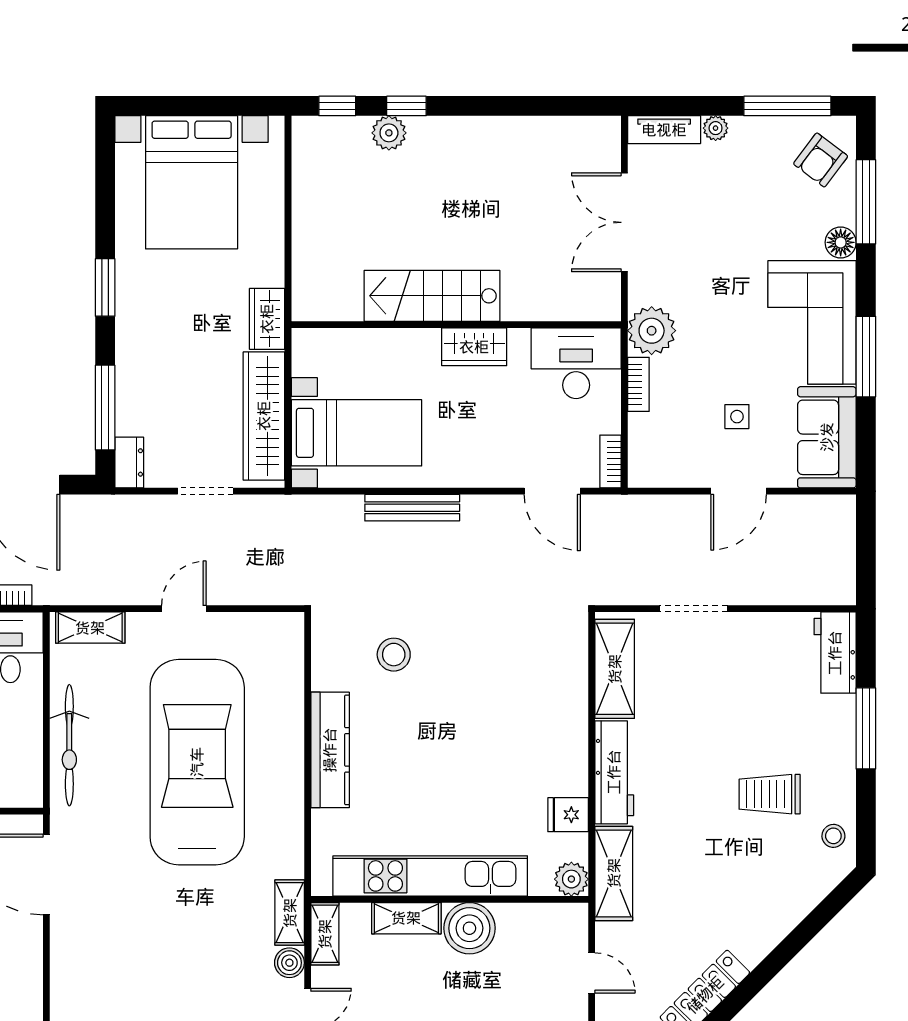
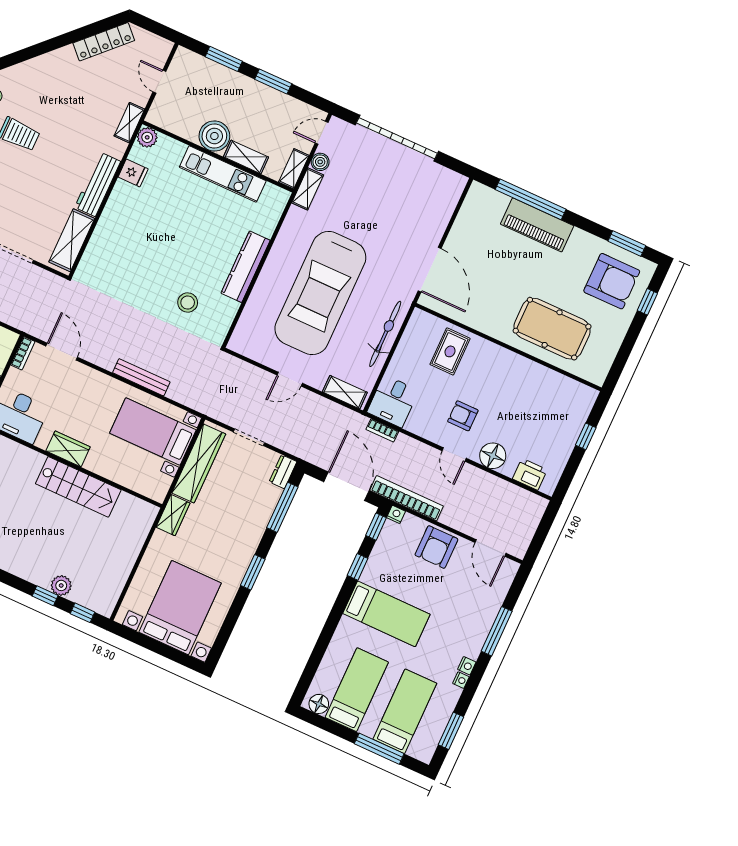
shelving: (614, 873) -> (129, 123), width x0.67, depth x0.75
kitchen unit: (430, 876) -> (223, 174), width x0.73

